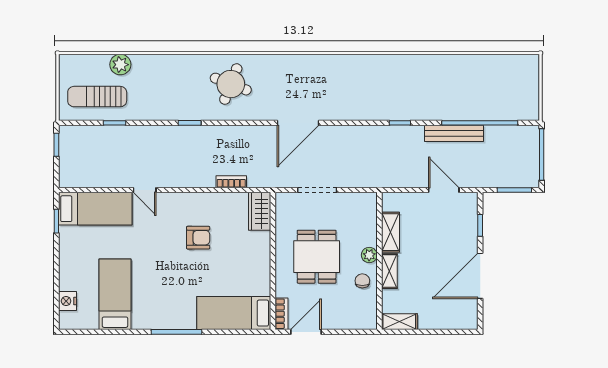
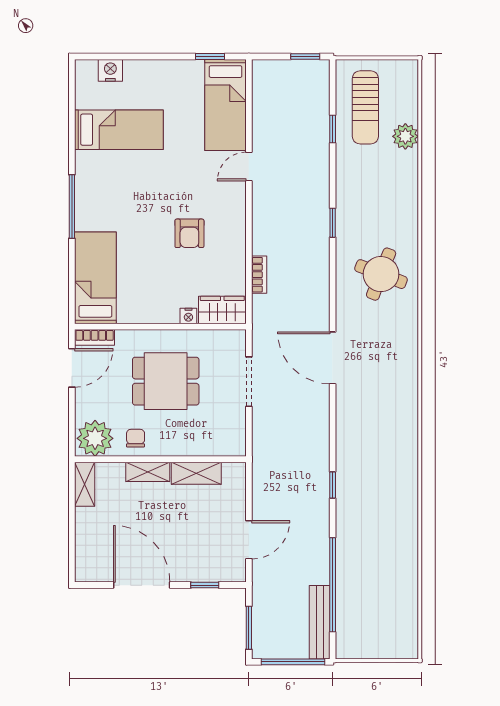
sun lounger: (97, 97) -> (365, 107), turned 180
bench: (454, 133) -> (320, 622), moved
nightstand: (264, 238) -> (188, 316), added
plant: (369, 255) -> (95, 438), moved, width x1.87, depth x1.87
chair: (362, 281) -> (136, 438), turned -90
door: (306, 332) -> (72, 368), hinge flipped

